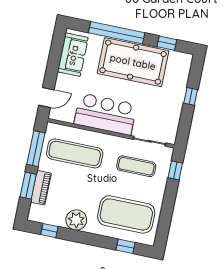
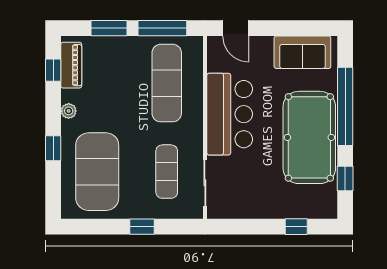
window: (191, 96) -> (296, 227), moved
window: (175, 170) -> (142, 227), moved
piano: (41, 188) -> (71, 65), moved, turned -90
plant: (76, 220) -> (69, 111), width x0.53, depth x0.53
window: (126, 246) -> (53, 148), moved

